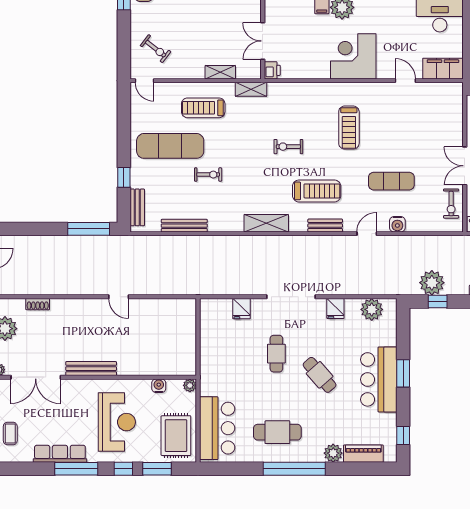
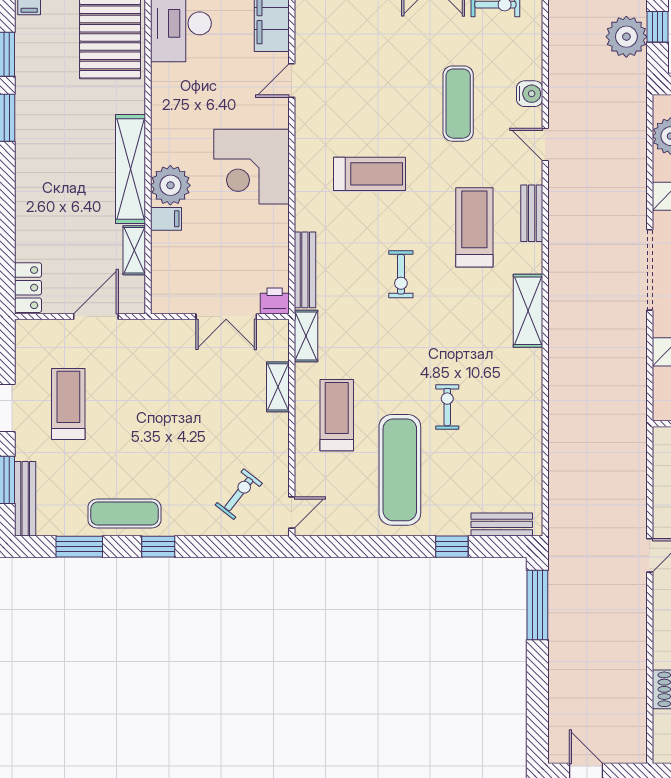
treadmill: (203, 108) -> (337, 415), turned 180
bench: (184, 226) -> (305, 270), moved

